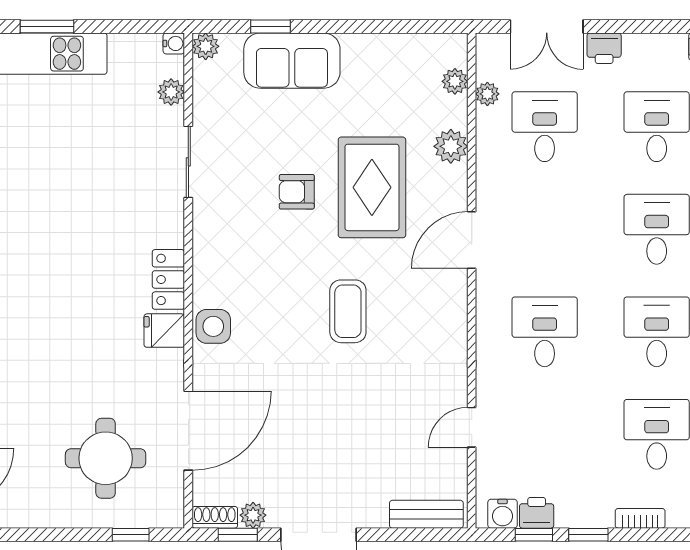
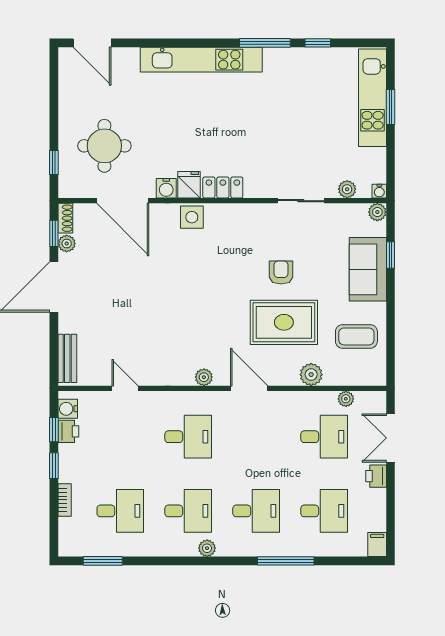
plant: (455, 81) -> (204, 377), moved
coffee table: (348, 311) -> (356, 336), moved
water cooler: (169, 365) -> (166, 188), added

